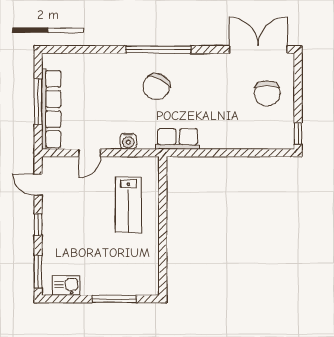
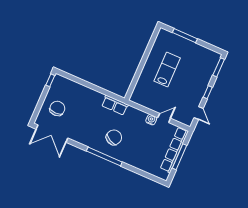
water cooler: (128, 141) -> (151, 120), moved
lab bench: (128, 205) -> (167, 70), moved
kitchen sink: (66, 285) -> (207, 54), removed

